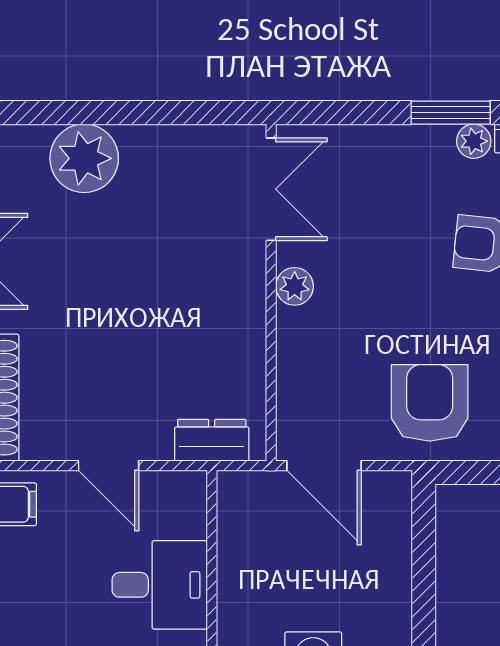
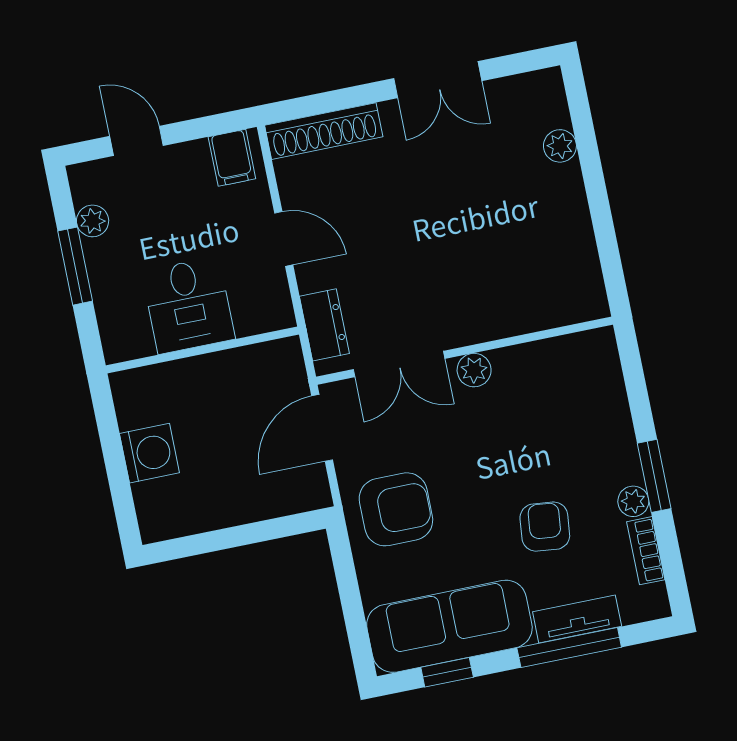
plant: (84, 158) -> (560, 146), width x0.53, depth x0.53
double door: (271, 189) -> (399, 364), moved
door: (108, 466) -> (284, 239), swing flipped

